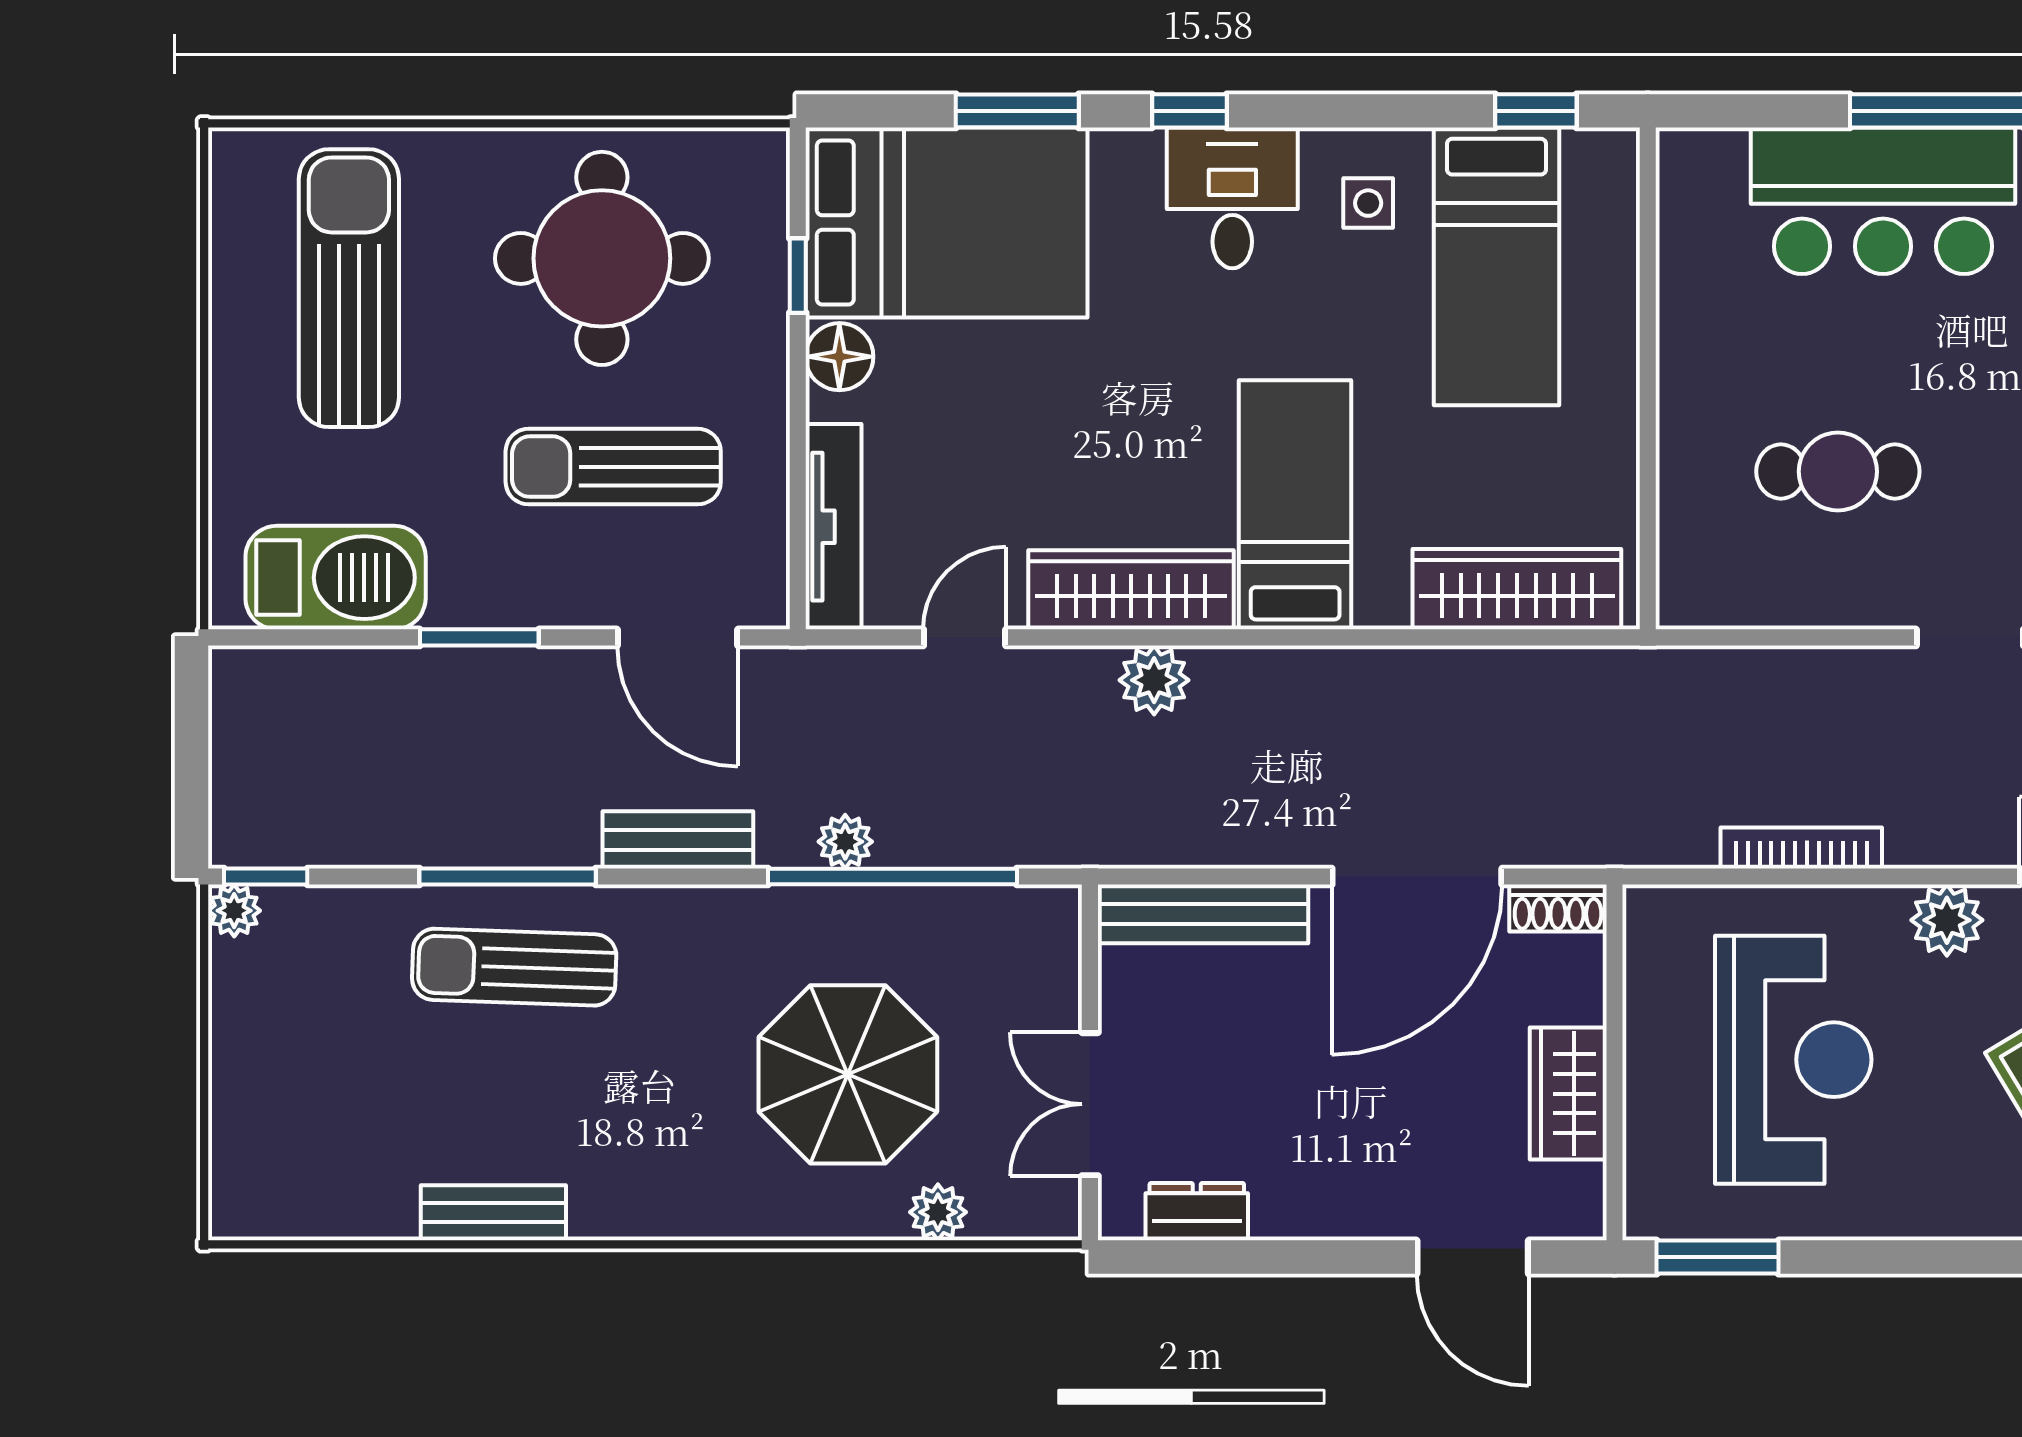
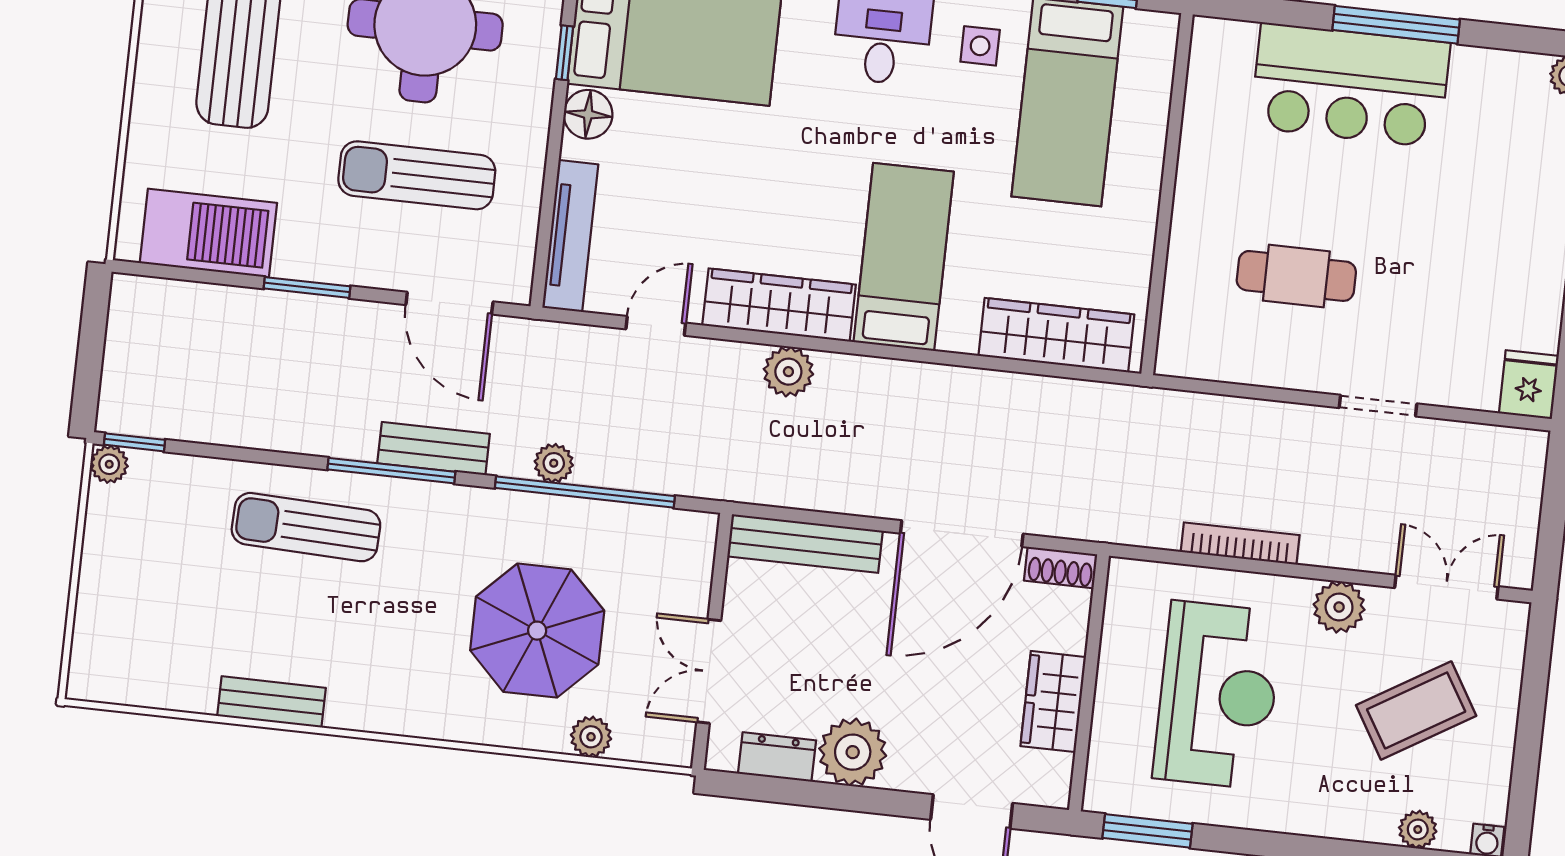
window: (508, 877) -> (391, 471), moved
plant: (1300, 1194) -> (853, 752), added

